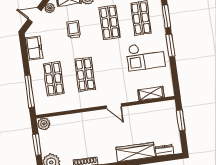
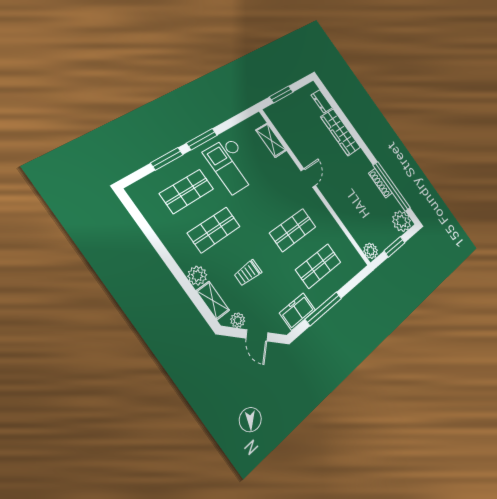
checkout: (145, 56) -> (232, 165), turned 180
window: (30, 91) -> (323, 309), moved

